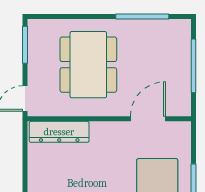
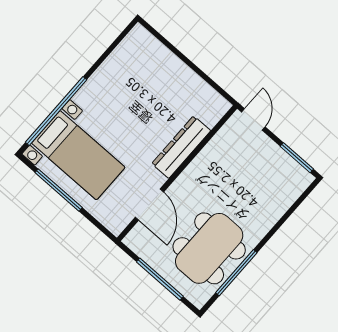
dining table: (88, 65) -> (209, 248), moved, turned 90
dresser: (59, 132) -> (181, 147), moved

